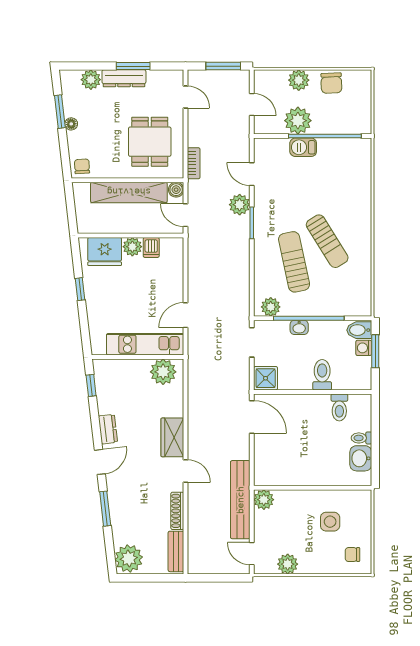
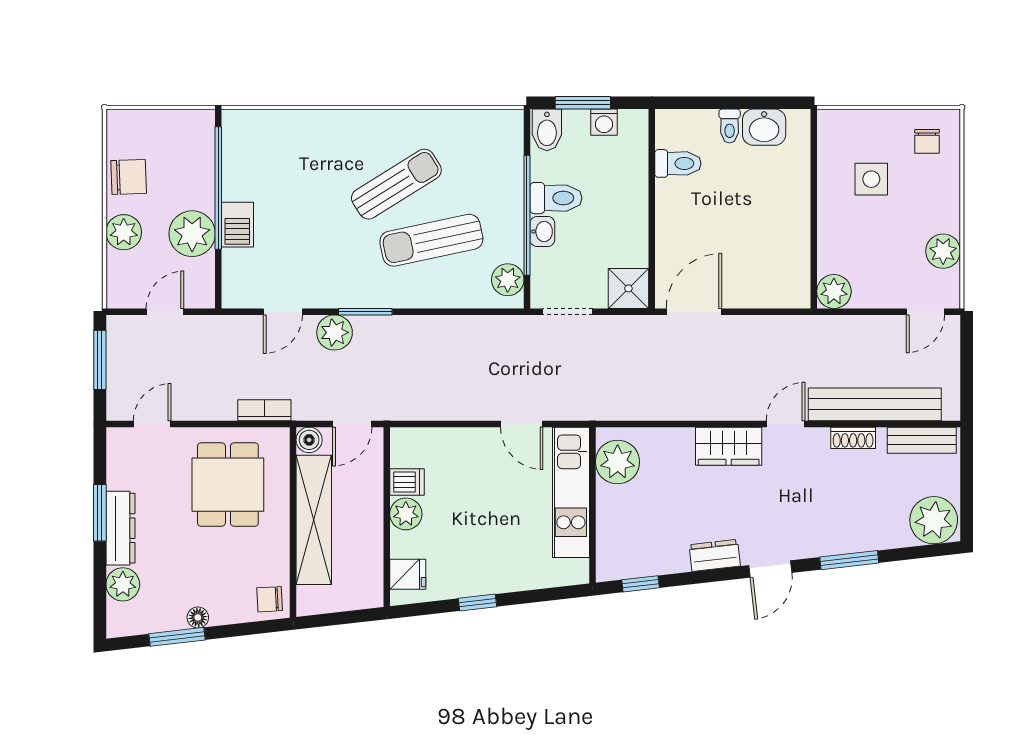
dining table: (150, 142) -> (228, 485), turned 90
fridge: (105, 251) -> (408, 574), width x0.53, depth x0.75
washing machine: (364, 348) -> (604, 122), moved
toilet: (322, 375) -> (556, 198), moved, turned 180
door: (100, 462) -> (770, 569), swing flipped
bench: (240, 500) -> (875, 404), moved
shoe rack: (177, 511) -> (853, 438), width x0.70

